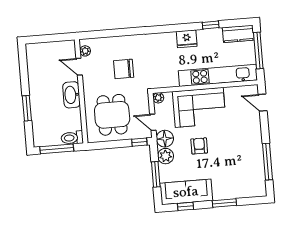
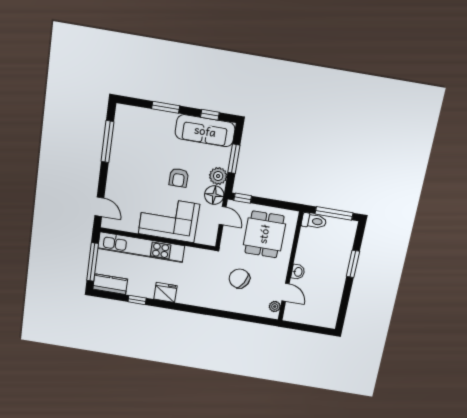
chair: (124, 69) -> (239, 279), turned -152
washbasin: (71, 95) -> (298, 272), width x0.52, depth x0.69
plant: (158, 98) -> (210, 240), removed

